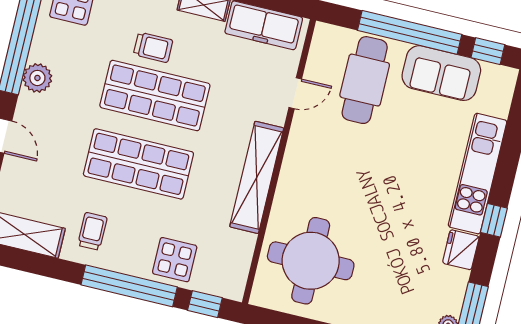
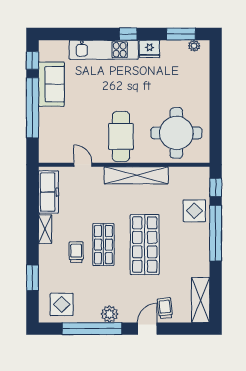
cafe table: (365, 80) -> (121, 136), moved, turned 90
shop shelf: (155, 95) -> (103, 245), width x0.70, depth x0.74
trolley: (92, 231) -> (165, 308), moved, turned 84

